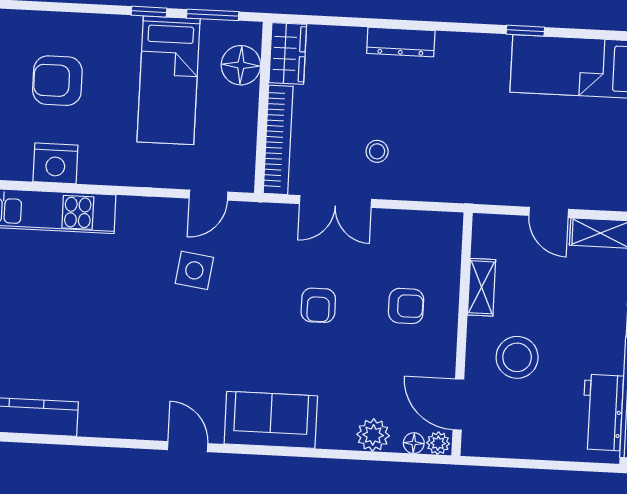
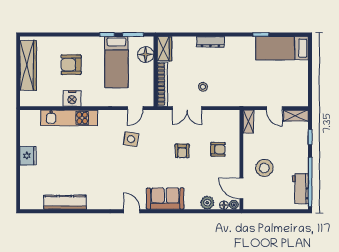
shelving: (482, 287) -> (248, 122), moved

